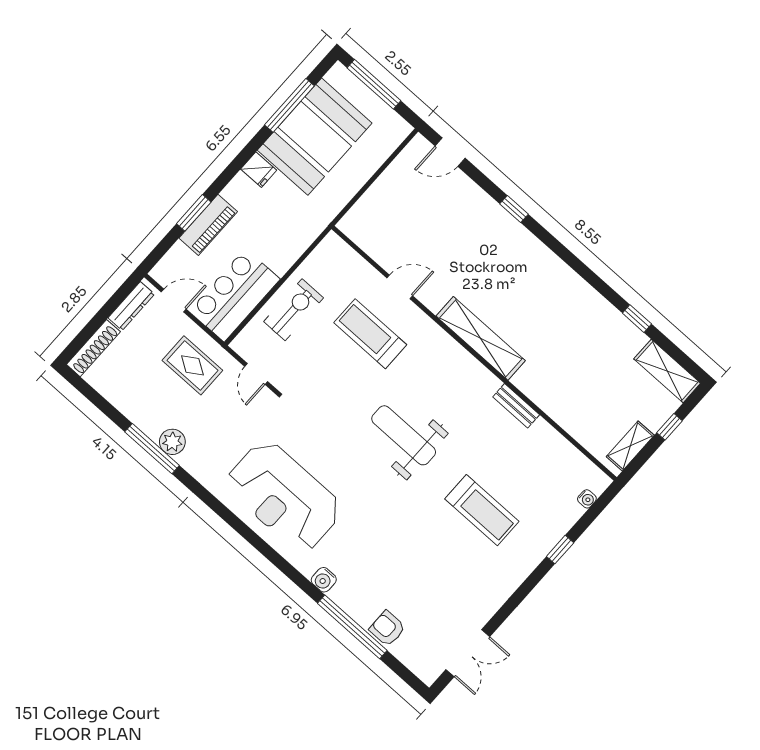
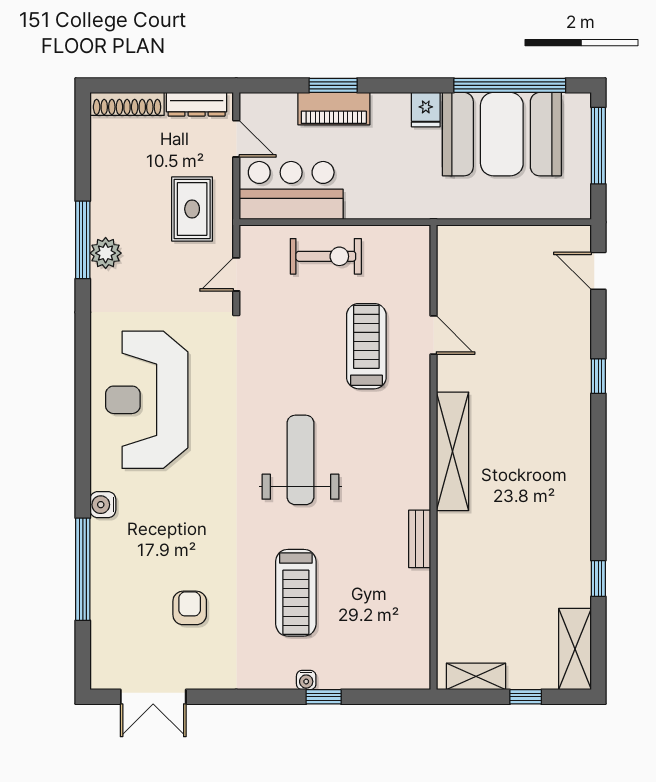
window: (289, 105) -> (510, 85), width x1.46
water cooler: (587, 499) -> (306, 680), moved
armchair: (387, 628) -> (190, 608), moved

